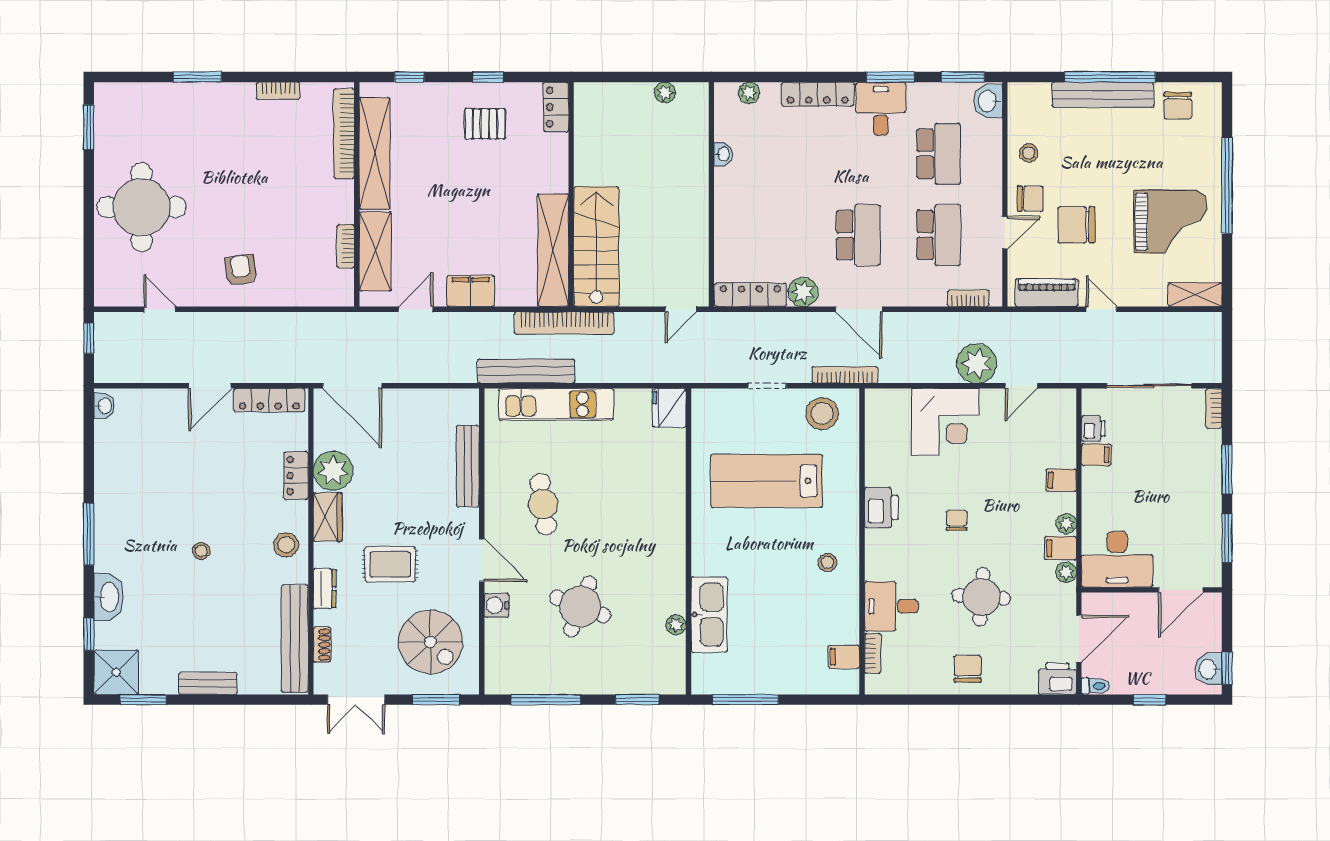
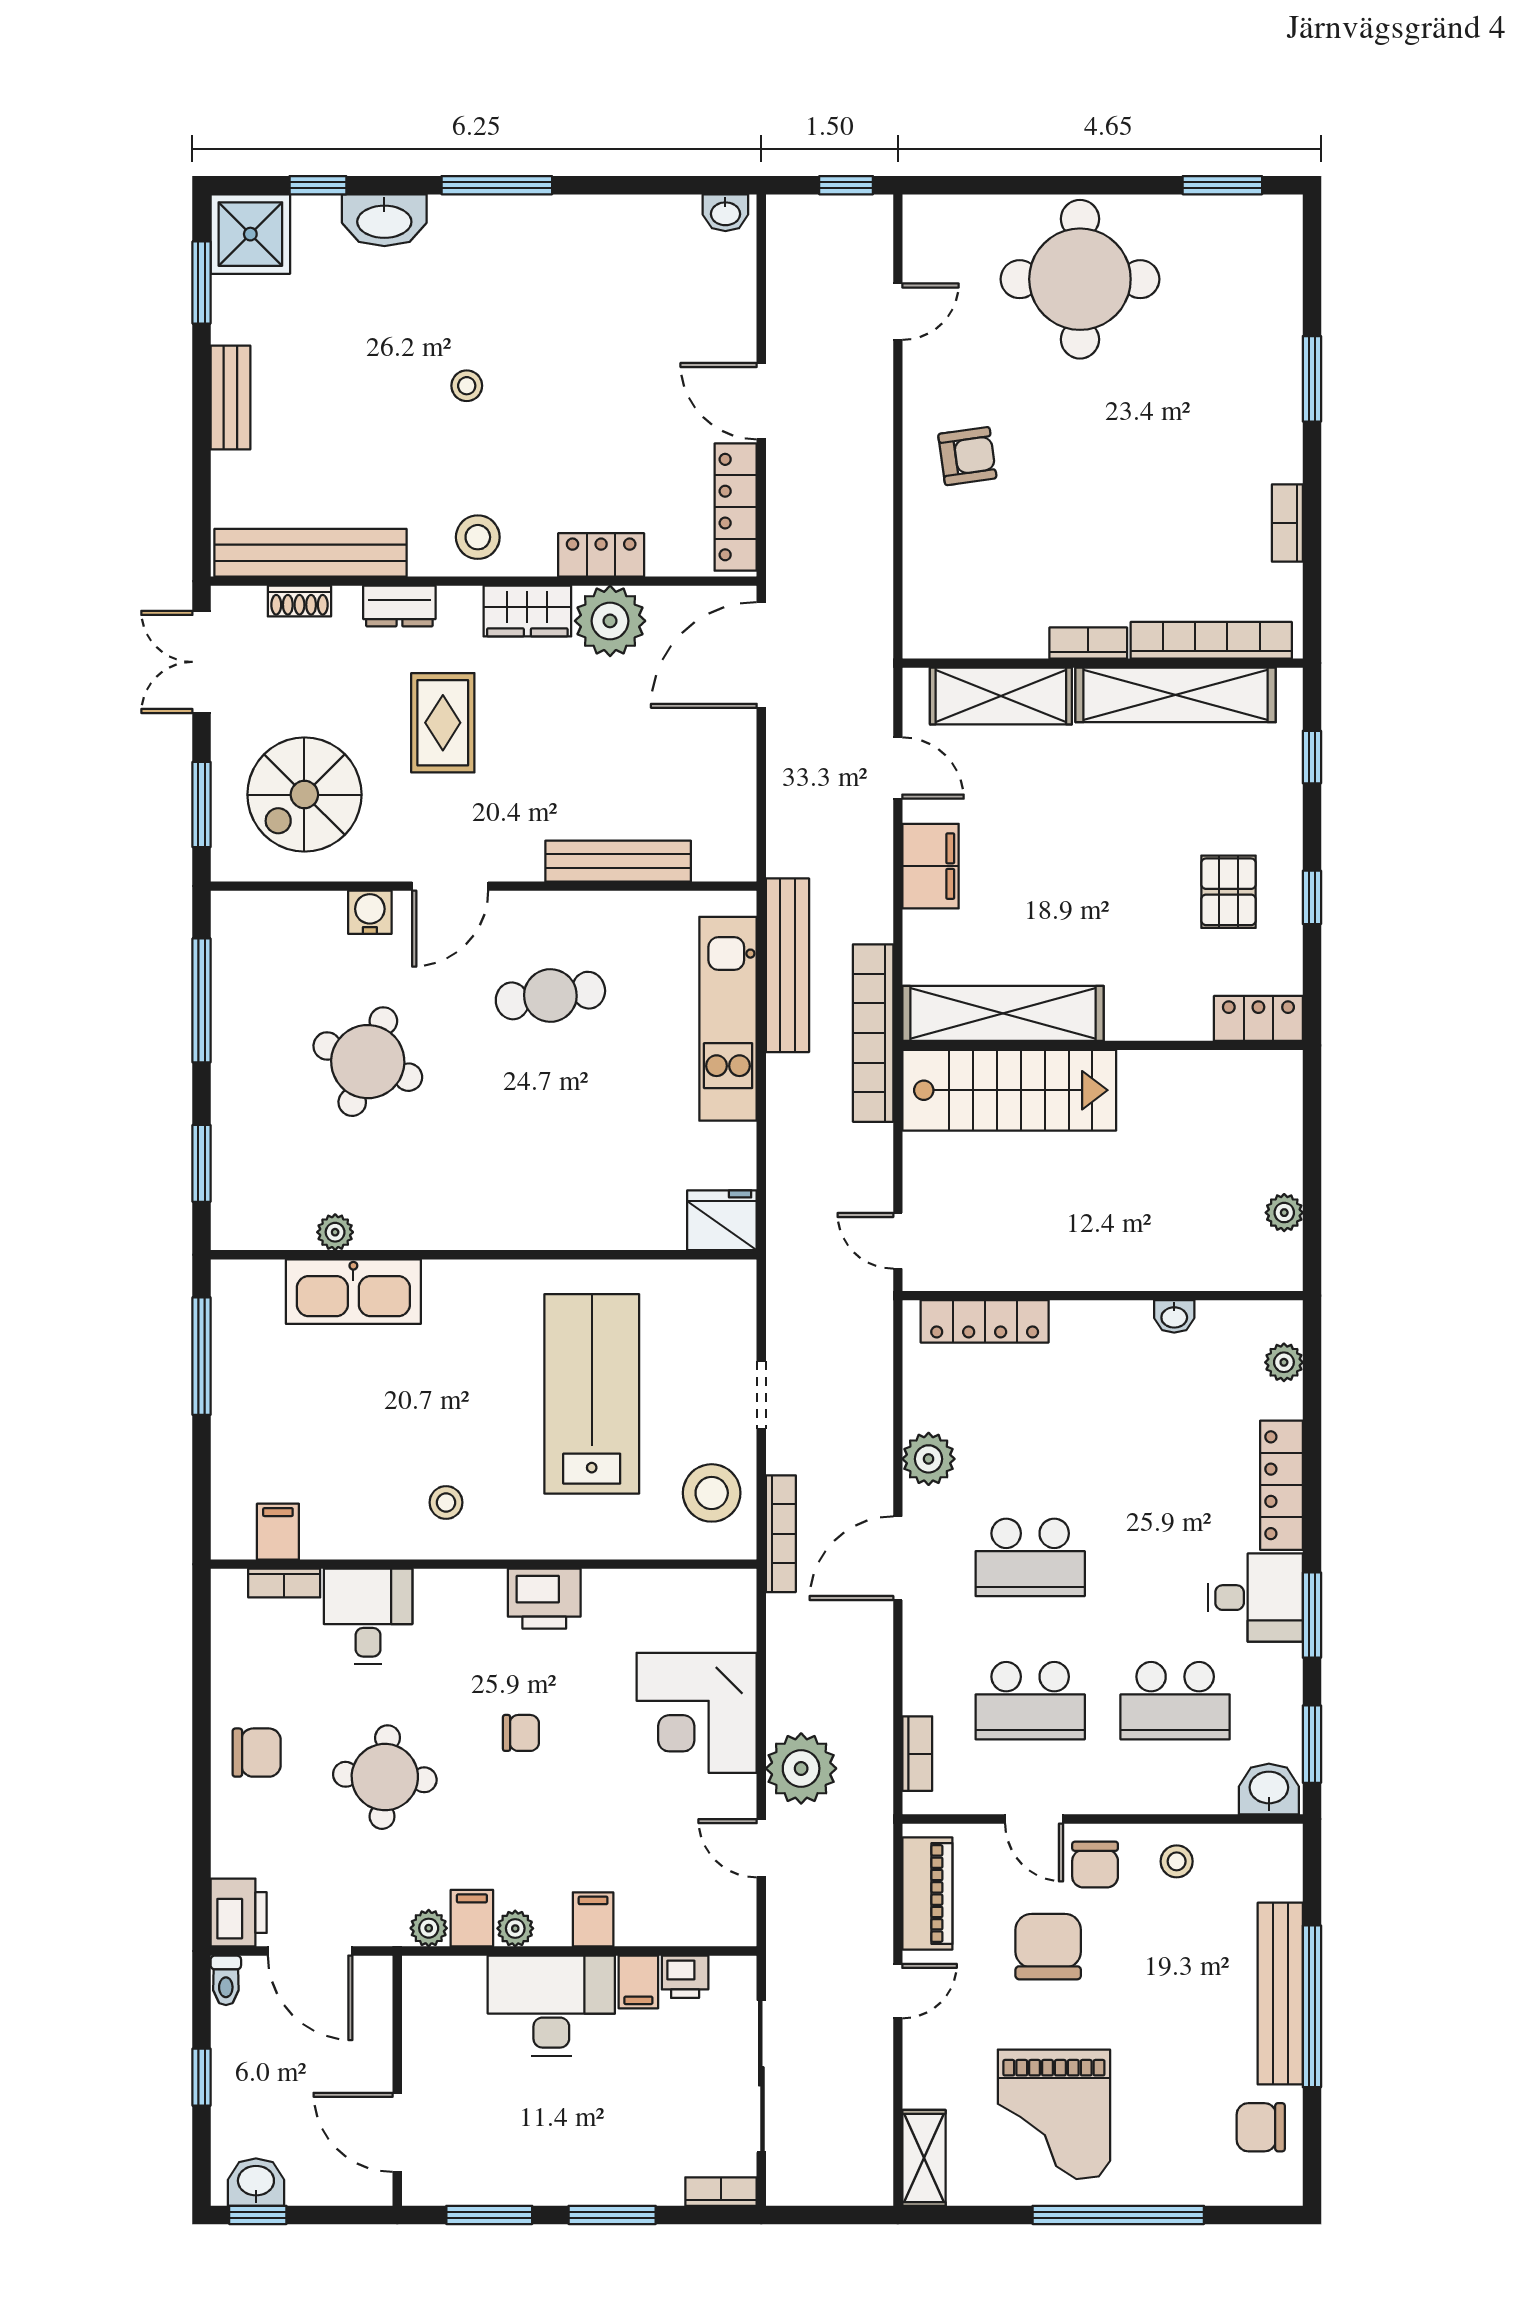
bookcase: (345, 246) -> (1088, 643), moved
locker: (750, 295) -> (985, 1321), moved, turned 90
desk: (1117, 559) -> (551, 2006), moved, turned 90

